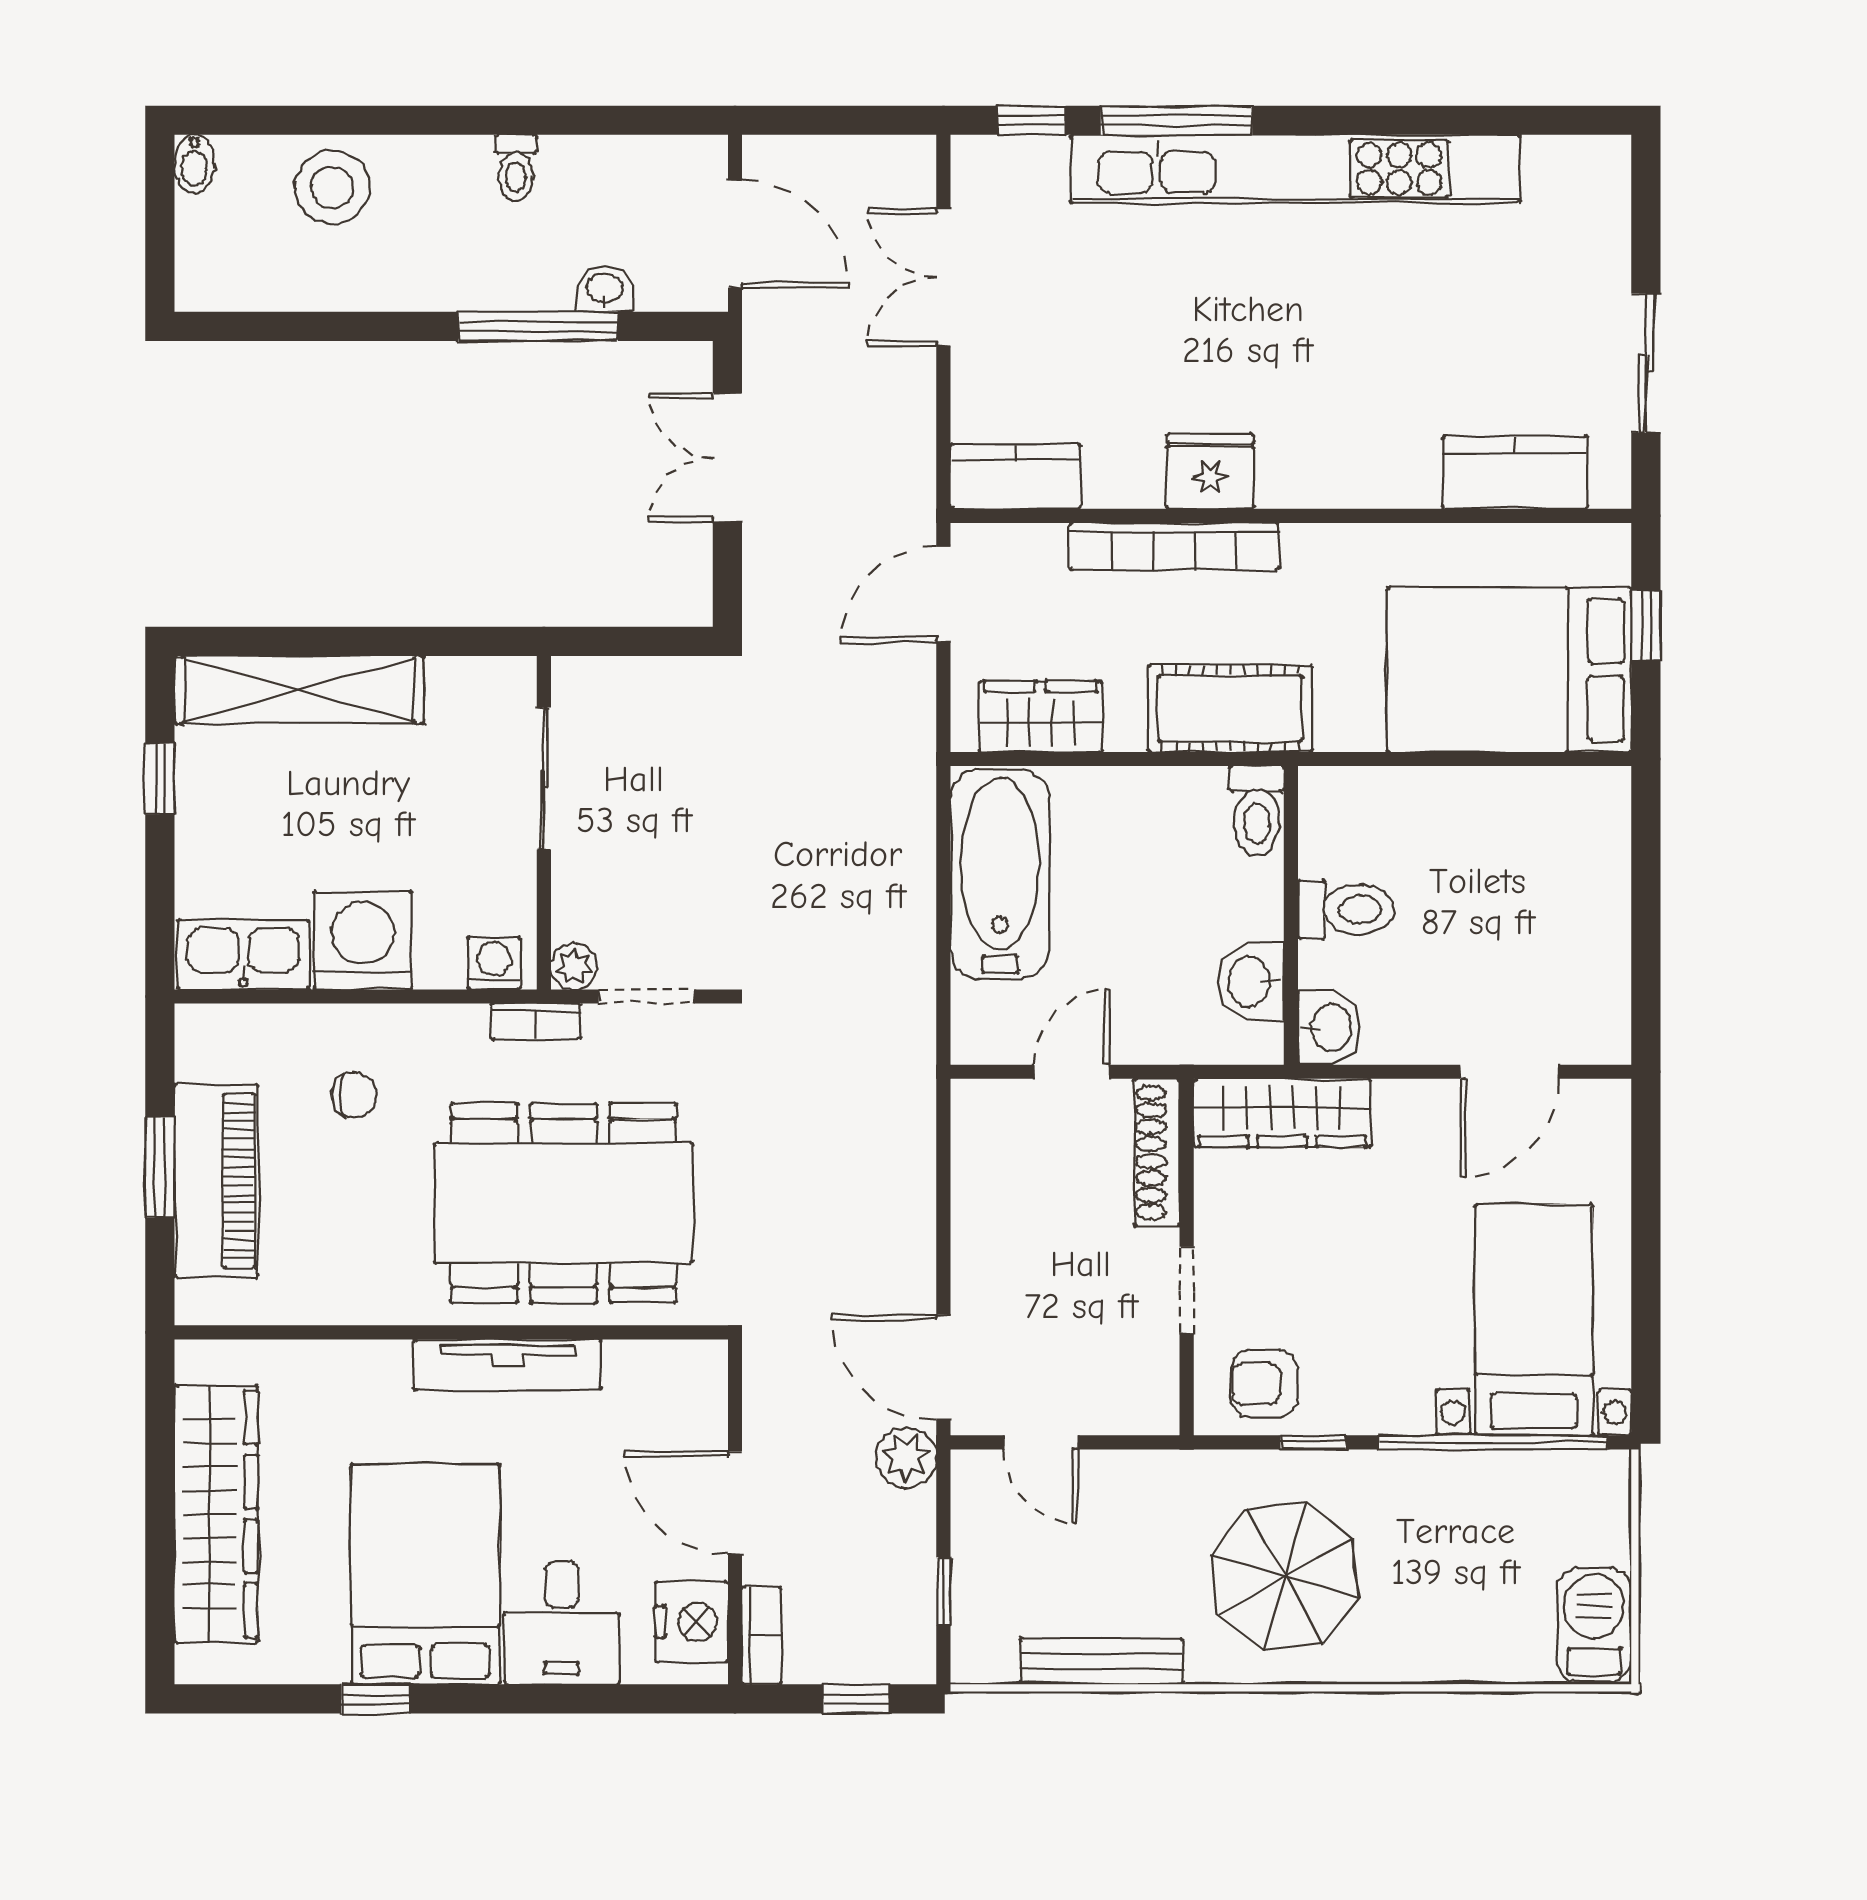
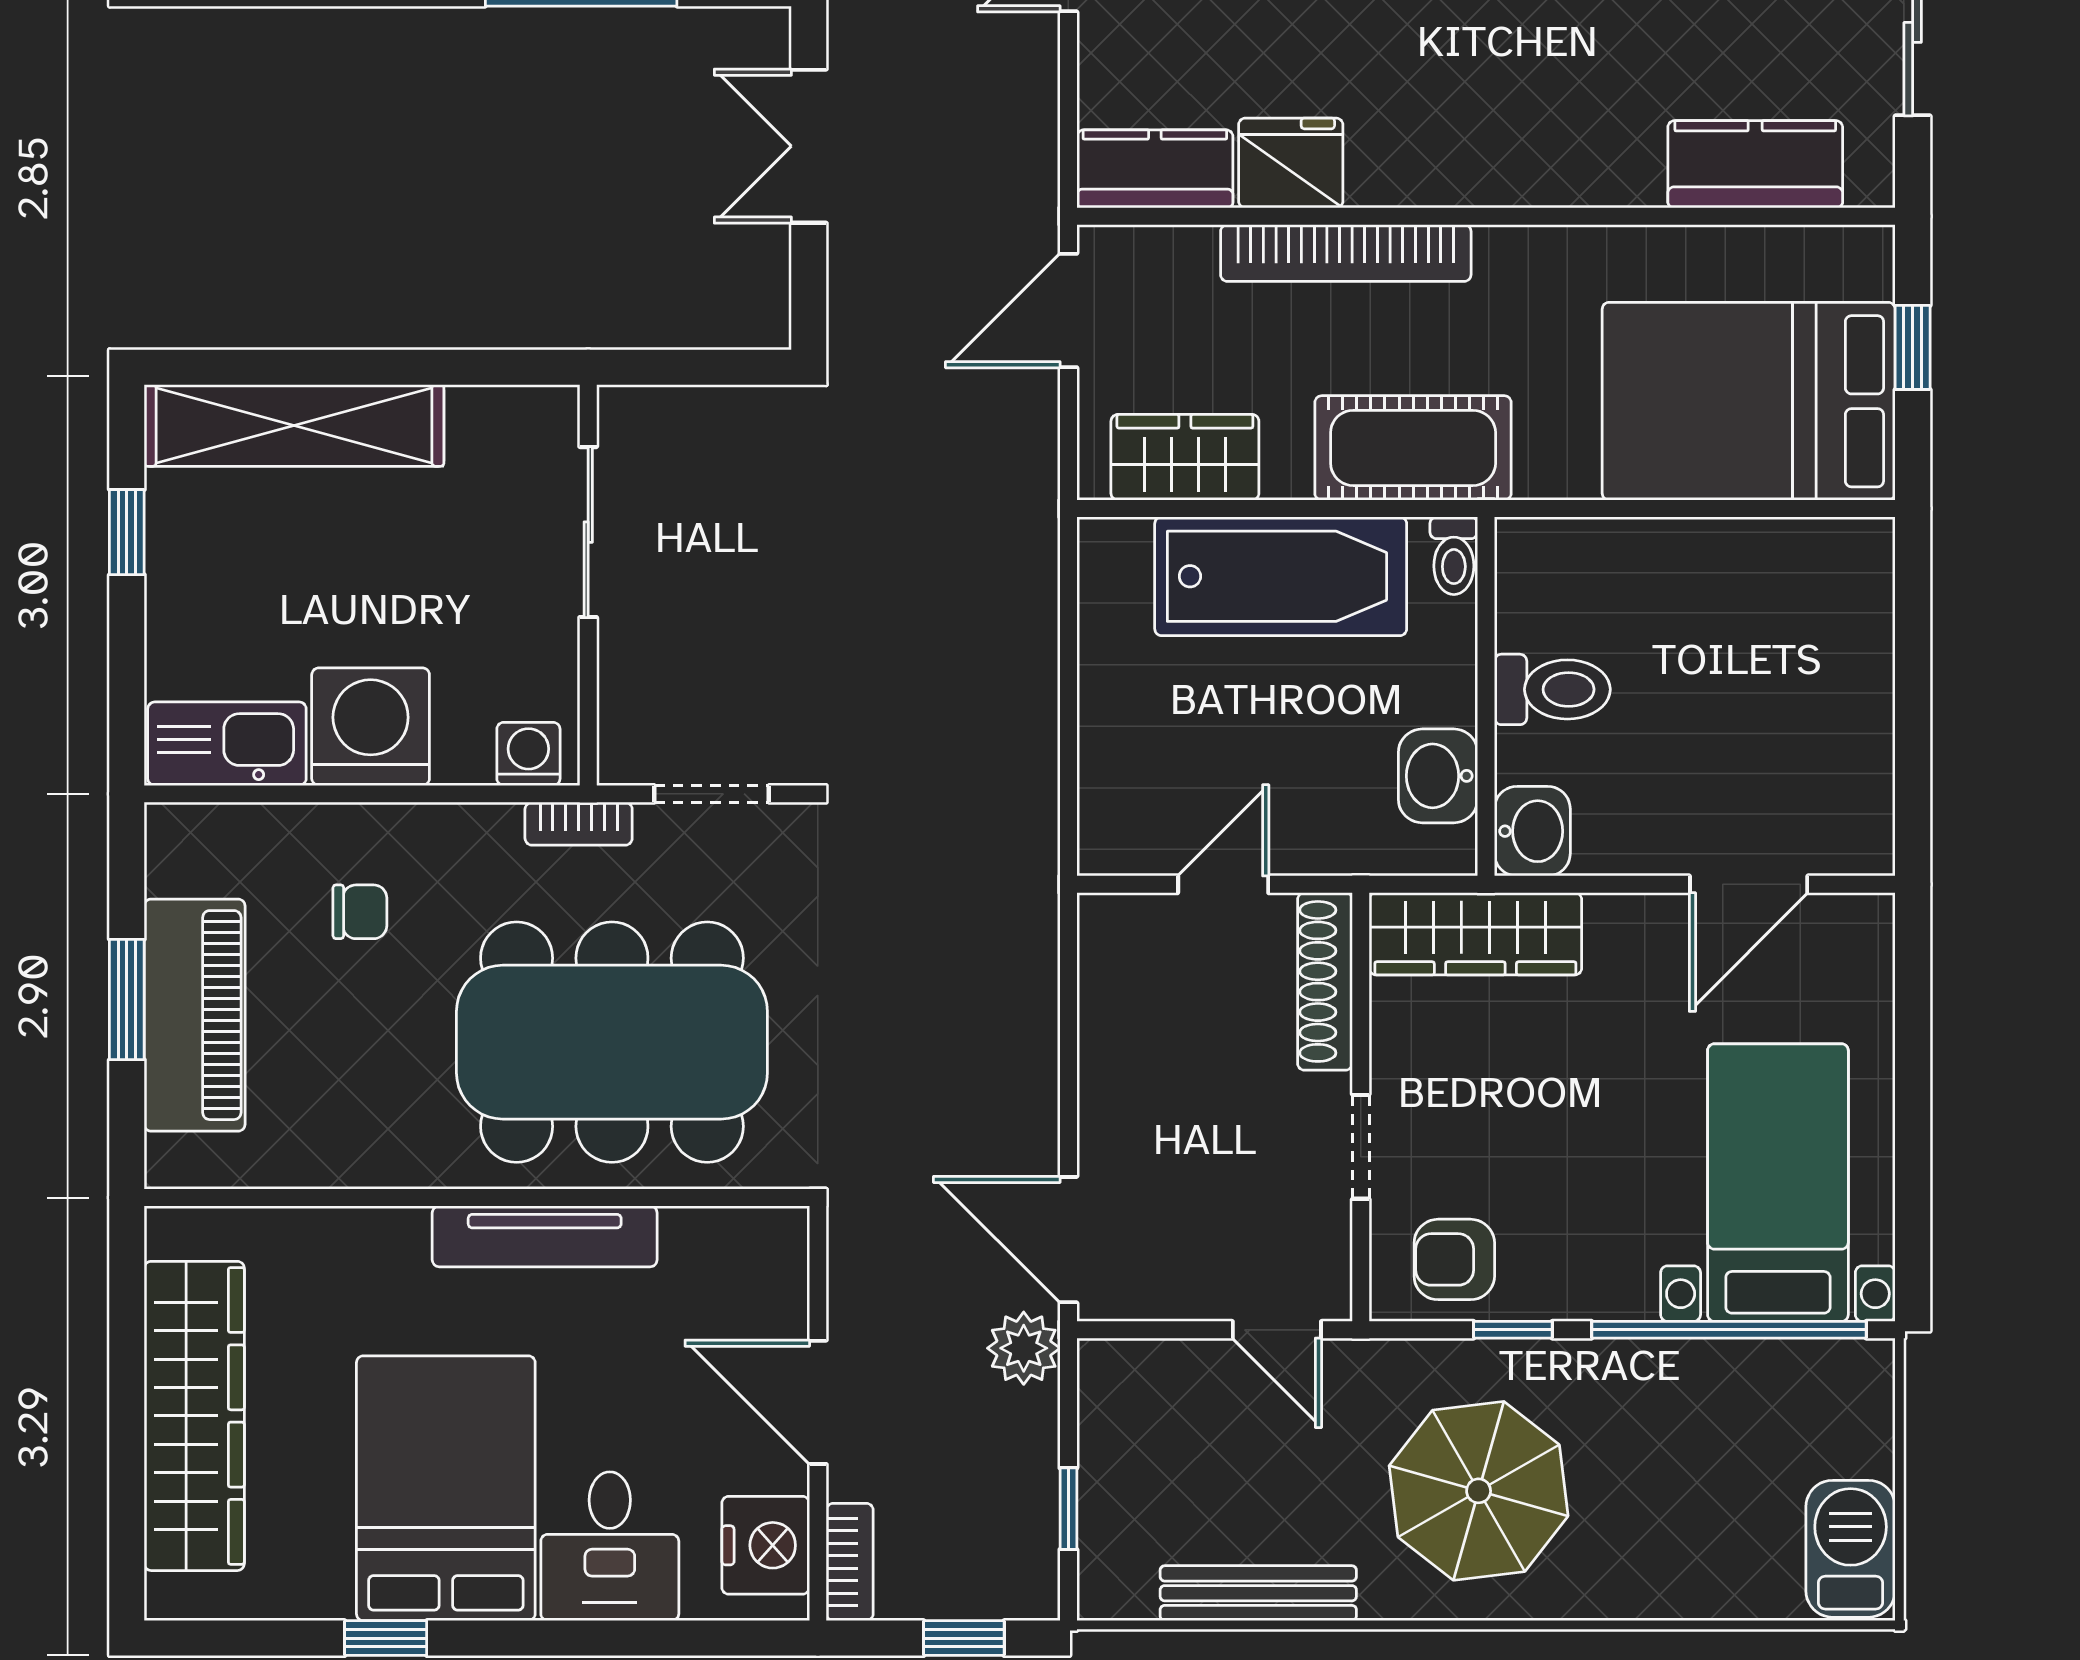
fridge: (1210, 471) -> (1291, 163), moved
toilet: (1257, 811) -> (1454, 556), width x0.73, depth x0.72
bathtub: (1000, 874) -> (1281, 576), moved, turned 90
plant: (574, 966) -> (624, 758), removed
door: (1041, 1442) -> (1277, 1330), moved

